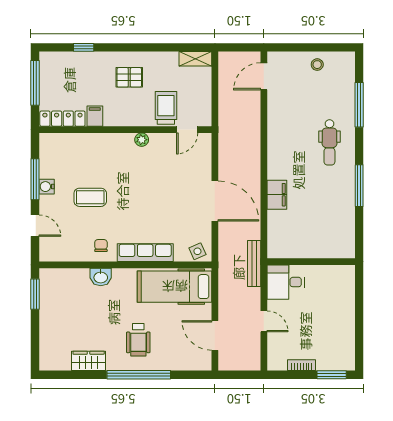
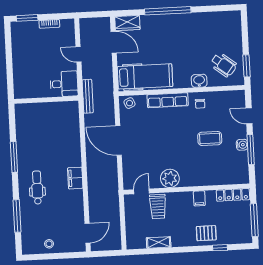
shelving: (195, 59) -> (159, 242), moved
pallet: (129, 77) -> (206, 233), moved
filing cabinet: (95, 116) -> (199, 198), moved
plant: (142, 140) -> (170, 178), width x1.87, depth x1.87
filing cabinet: (277, 195) -> (75, 178), moved
wheelchair: (138, 340) -> (223, 65), moved, turned 128
wardrobe: (89, 361) -> (127, 23), moved

